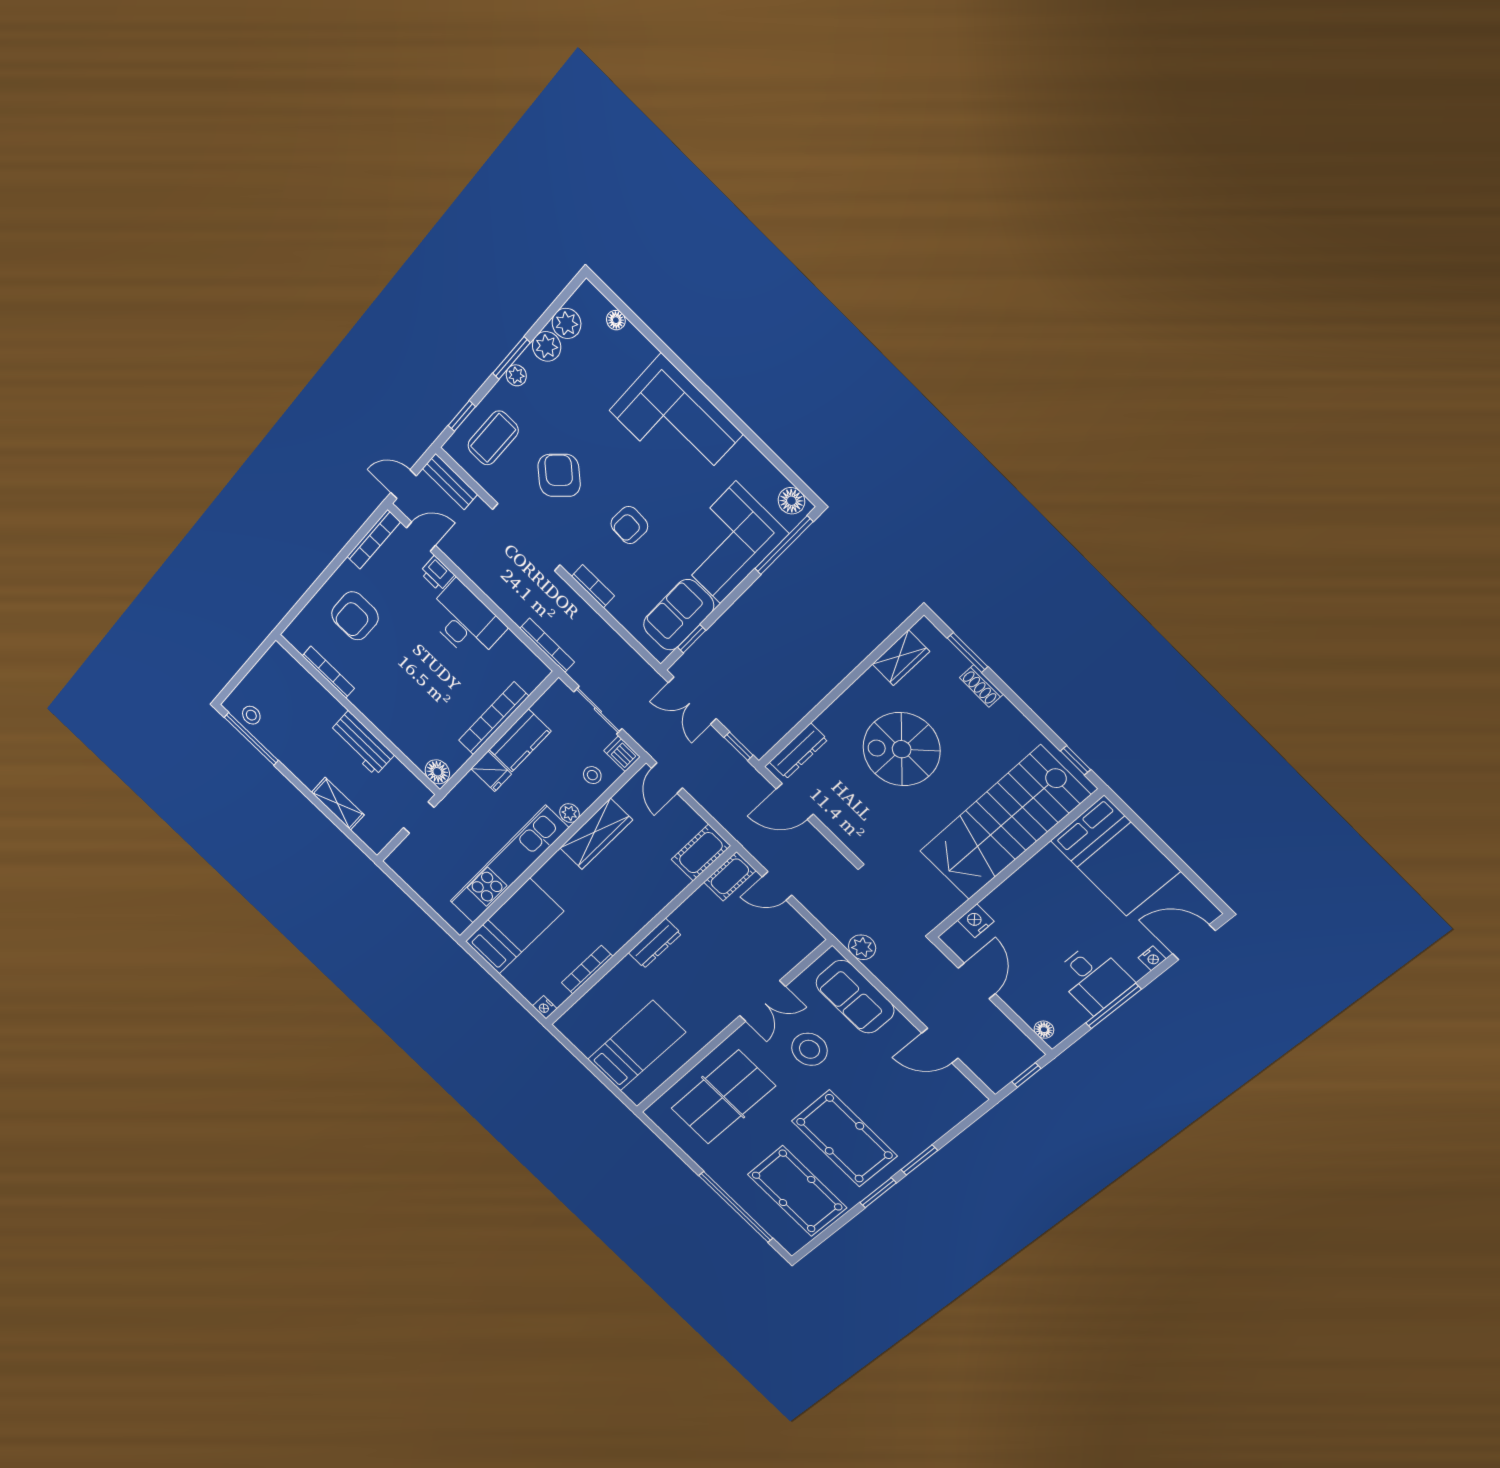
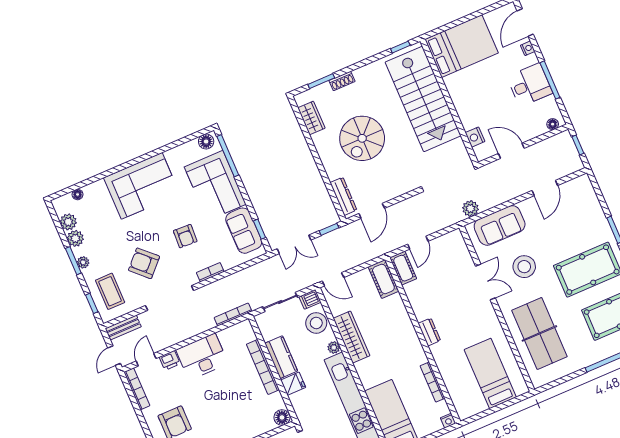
stool: (592, 775) -> (316, 323), width x1.89, depth x1.89
dresser: (655, 943) -> (429, 332), width x0.70

